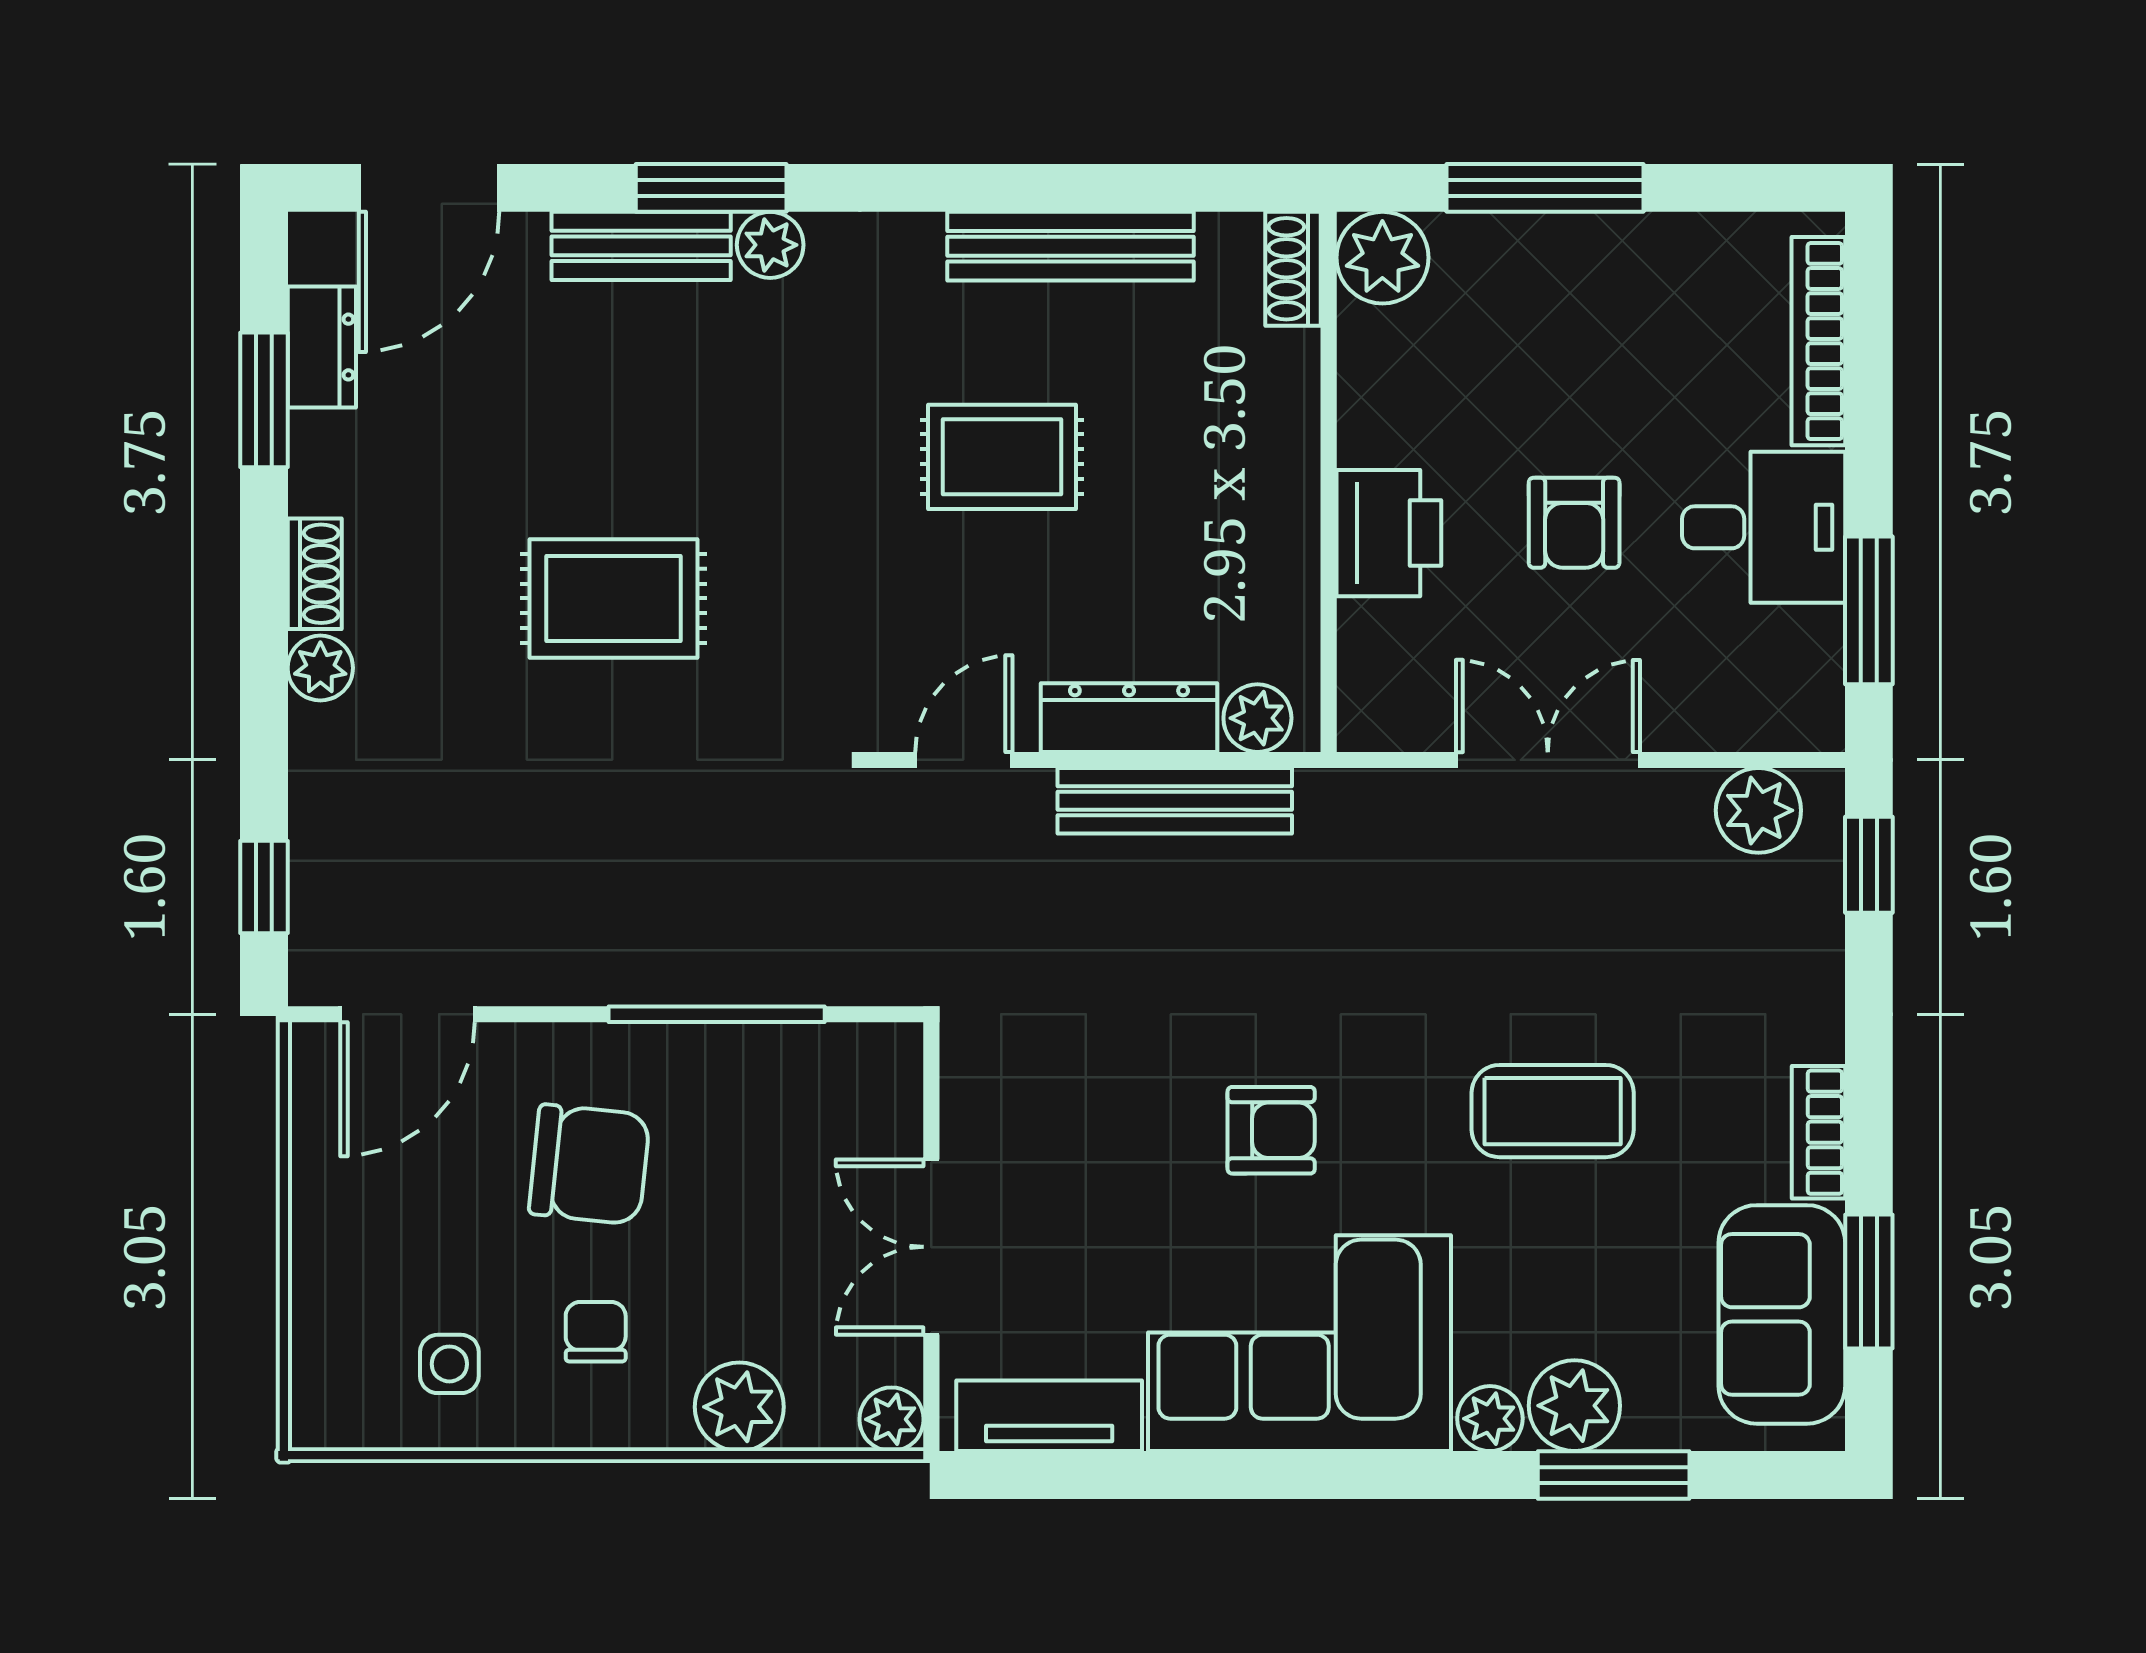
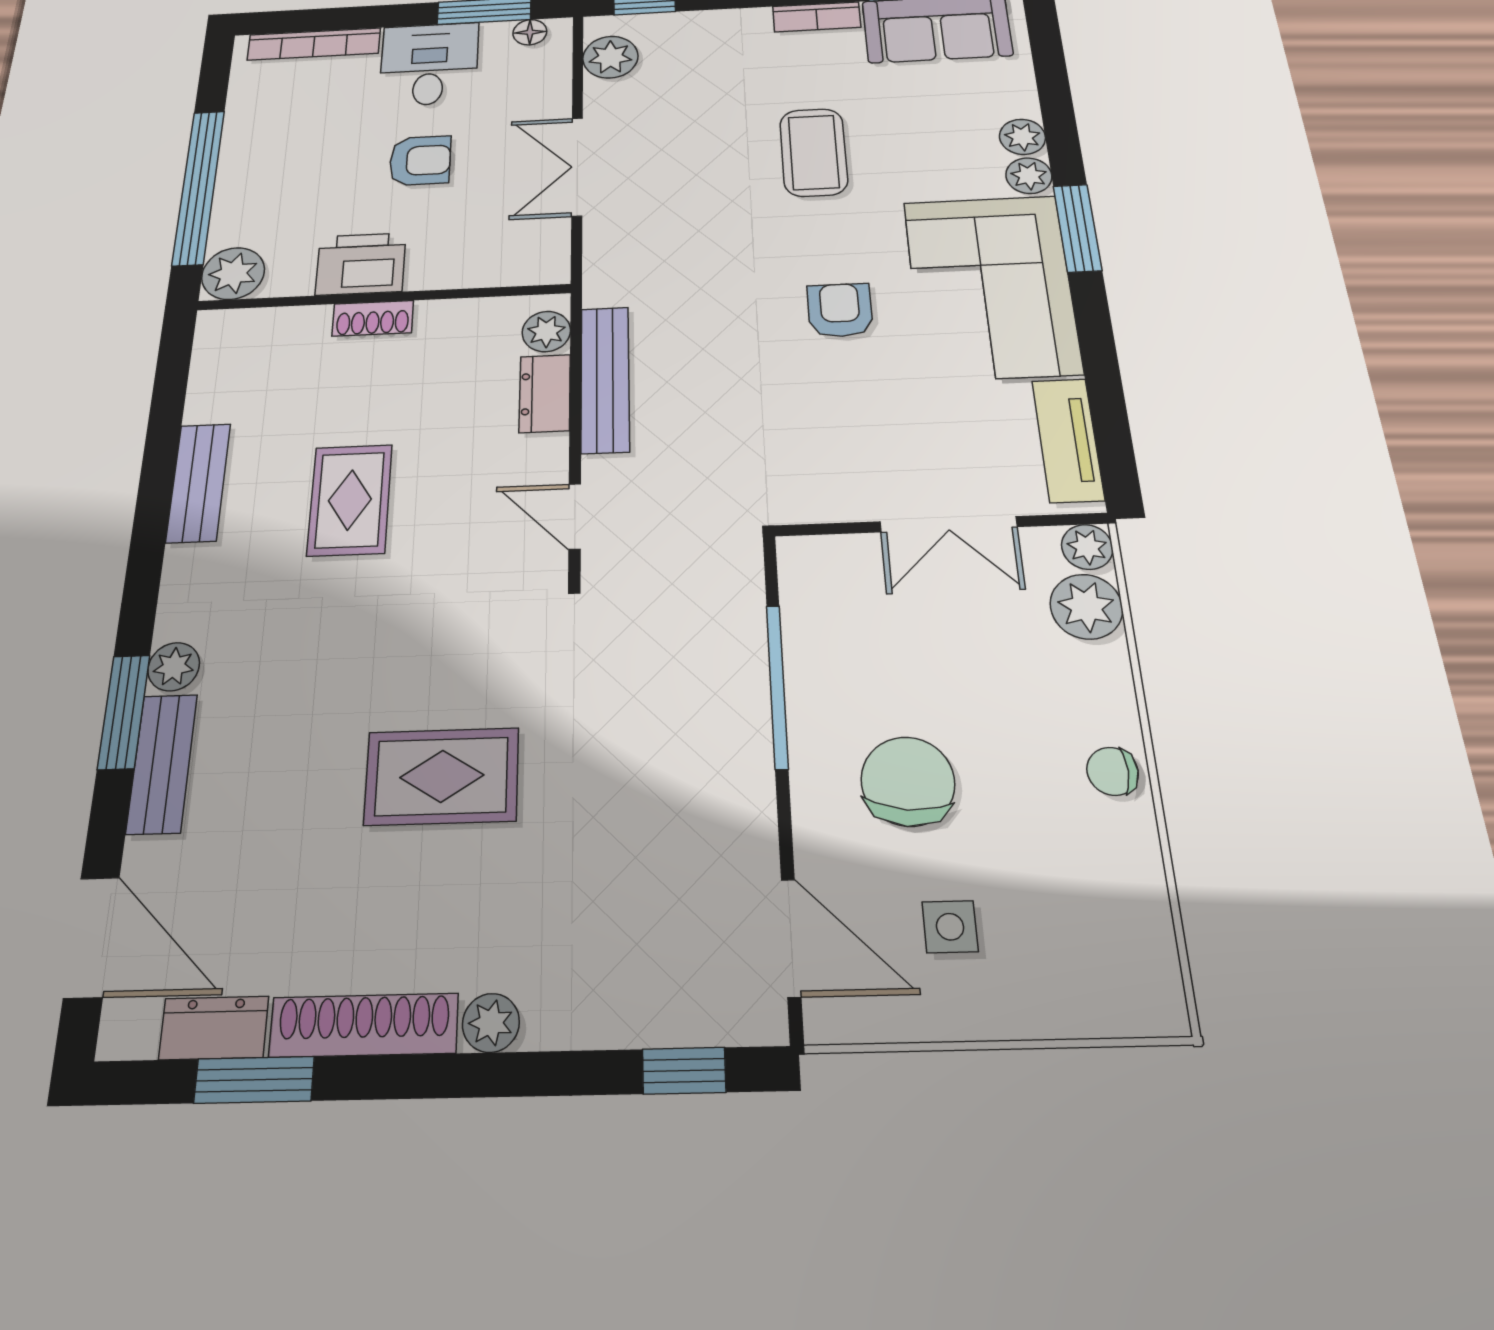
window: (1545, 188) -> (199, 187), width x1.46
bench: (1071, 246) -> (198, 483), width x0.73
shoe rack: (1293, 269) -> (373, 318), moved
printer: (1389, 533) -> (361, 264), moved
shoe rack: (315, 574) -> (364, 1025), width x1.94, depth x1.24
rug: (614, 598) -> (442, 776), turned 90
floor lamp: (1819, 684) -> (530, 32), added
dresser: (1129, 718) -> (545, 393), width x0.70
chair: (596, 1332) -> (1113, 771), moved
side table: (449, 1364) -> (950, 927), moved
plant: (1574, 1406) -> (1022, 137), width x0.73, depth x0.73
plant: (739, 1407) -> (1086, 607), moved
window: (1614, 1475) -> (1077, 228), moved

